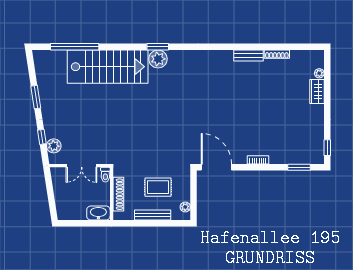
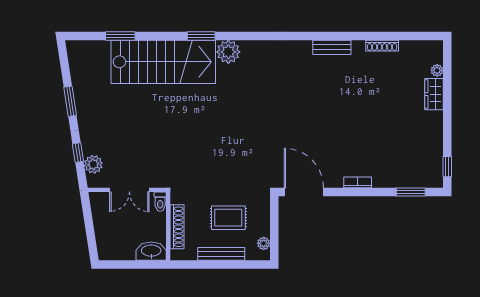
window: (75, 47) -> (120, 36), width x0.47
window: (158, 47) -> (201, 36), moved
bench: (249, 55) -> (332, 47), moved

